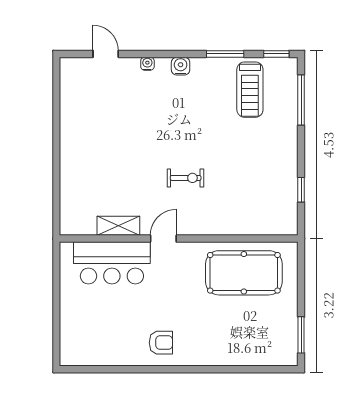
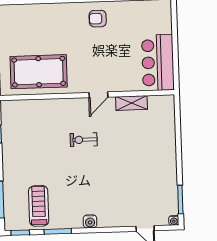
water cooler: (147, 64) -> (174, 220), moved
window: (56, 92) -> (180, 200), added
bar counter: (112, 263) -> (158, 63), moved, turned -90

